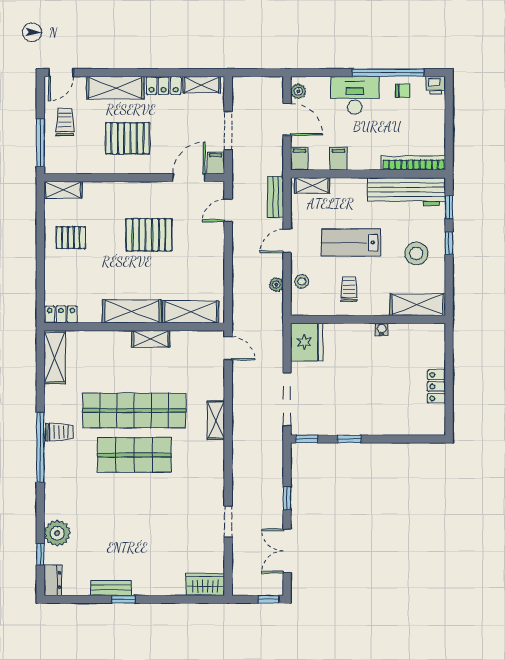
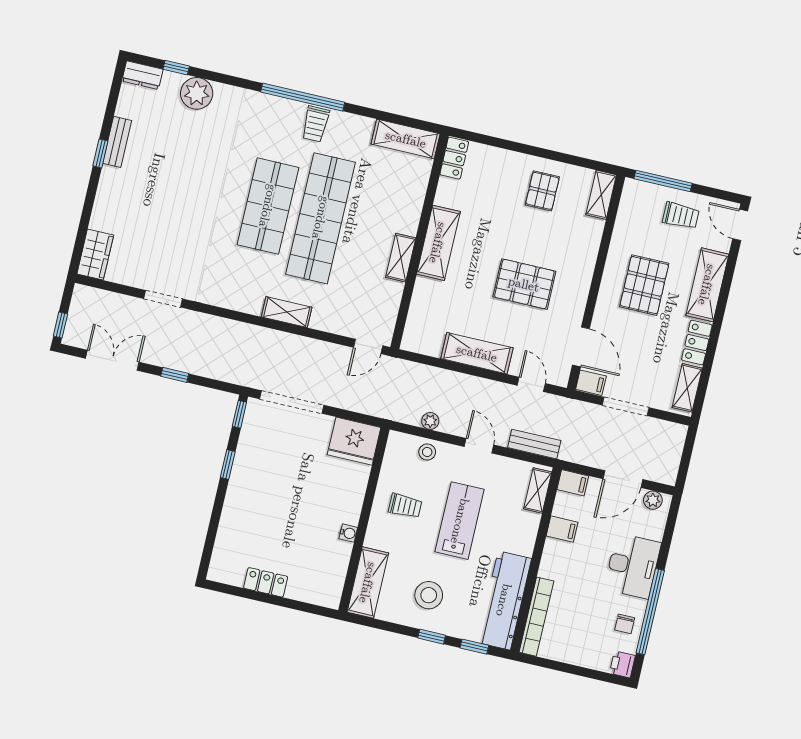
pallet: (149, 235) -> (524, 284), turned 90
shelving: (191, 312) -> (477, 353), moved, turned 90

